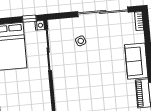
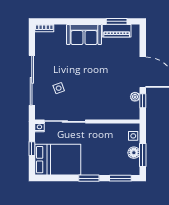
sliding door: (103, 12) -> (32, 80), moved
window: (29, 19) -> (32, 149), moved

